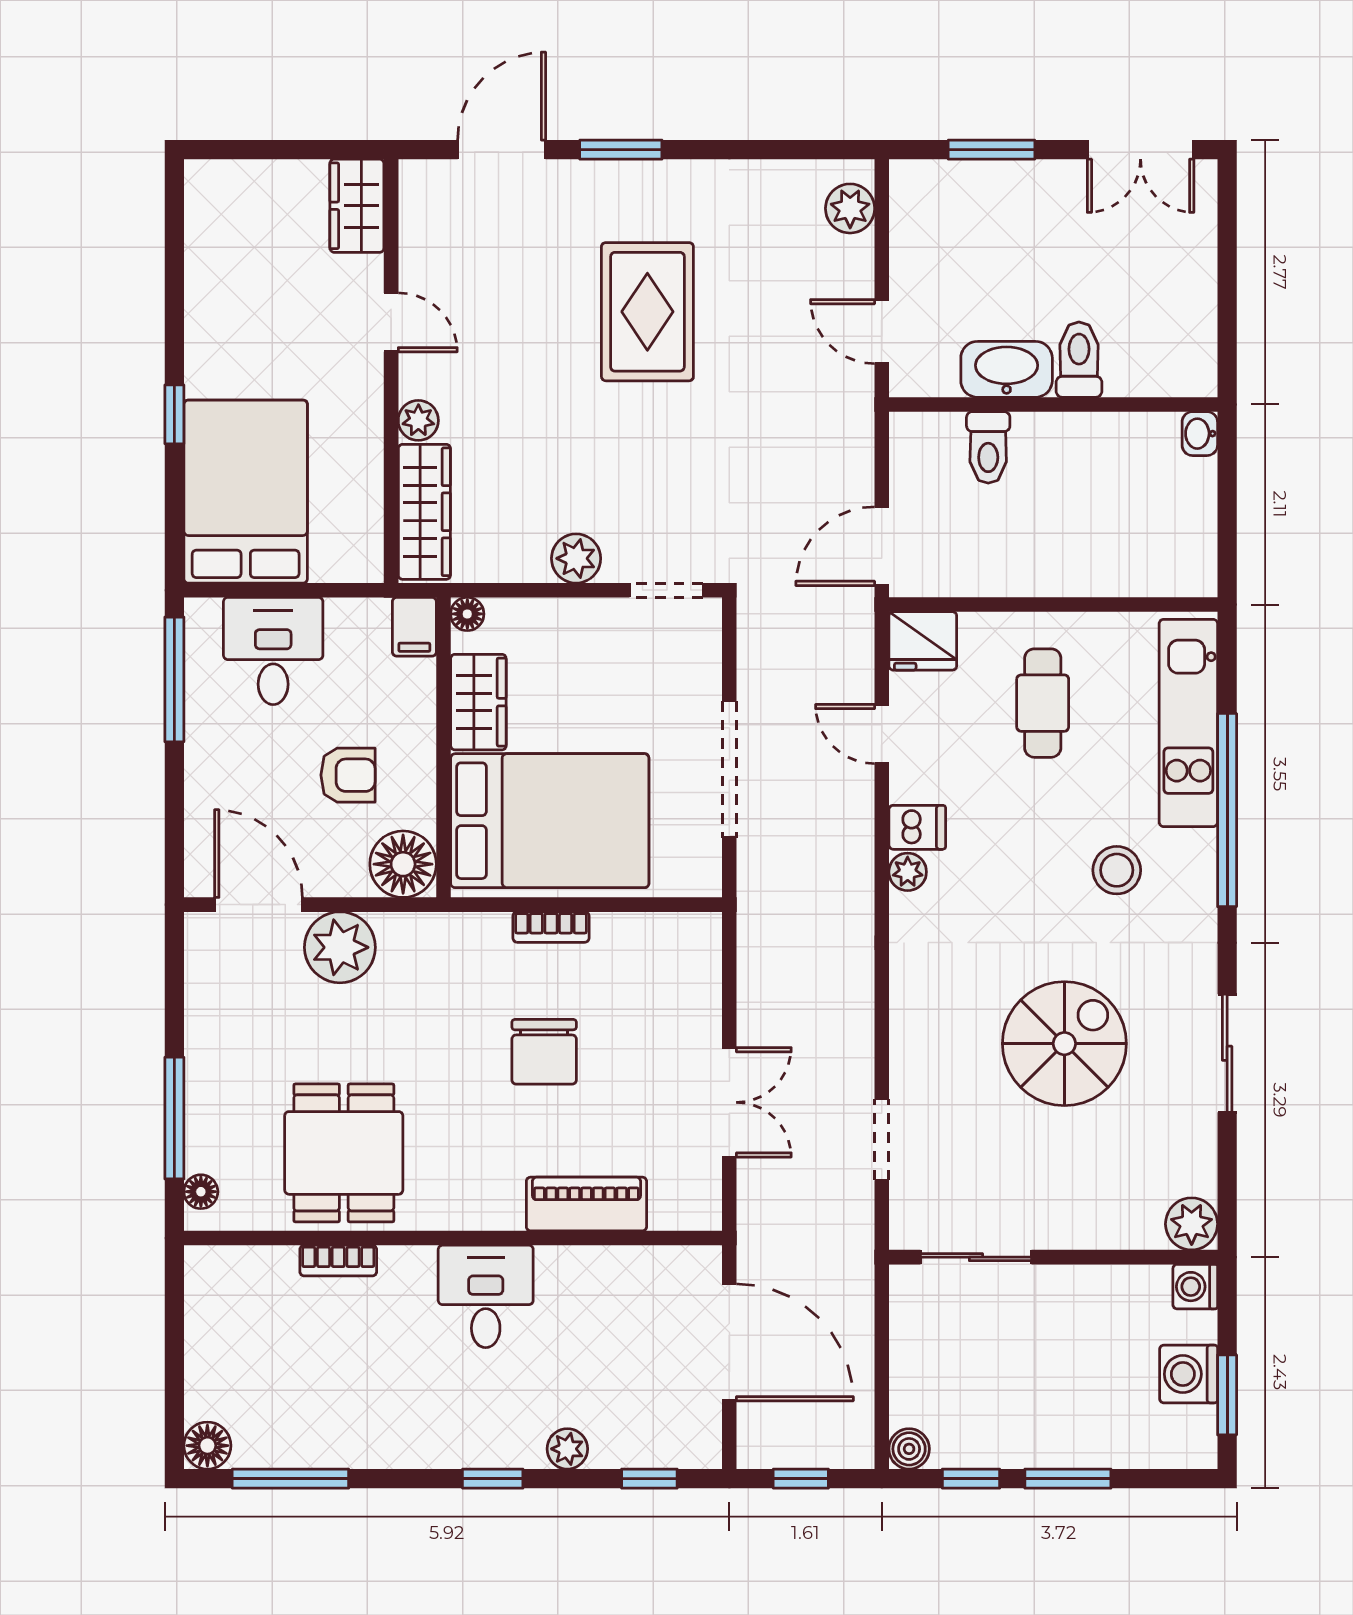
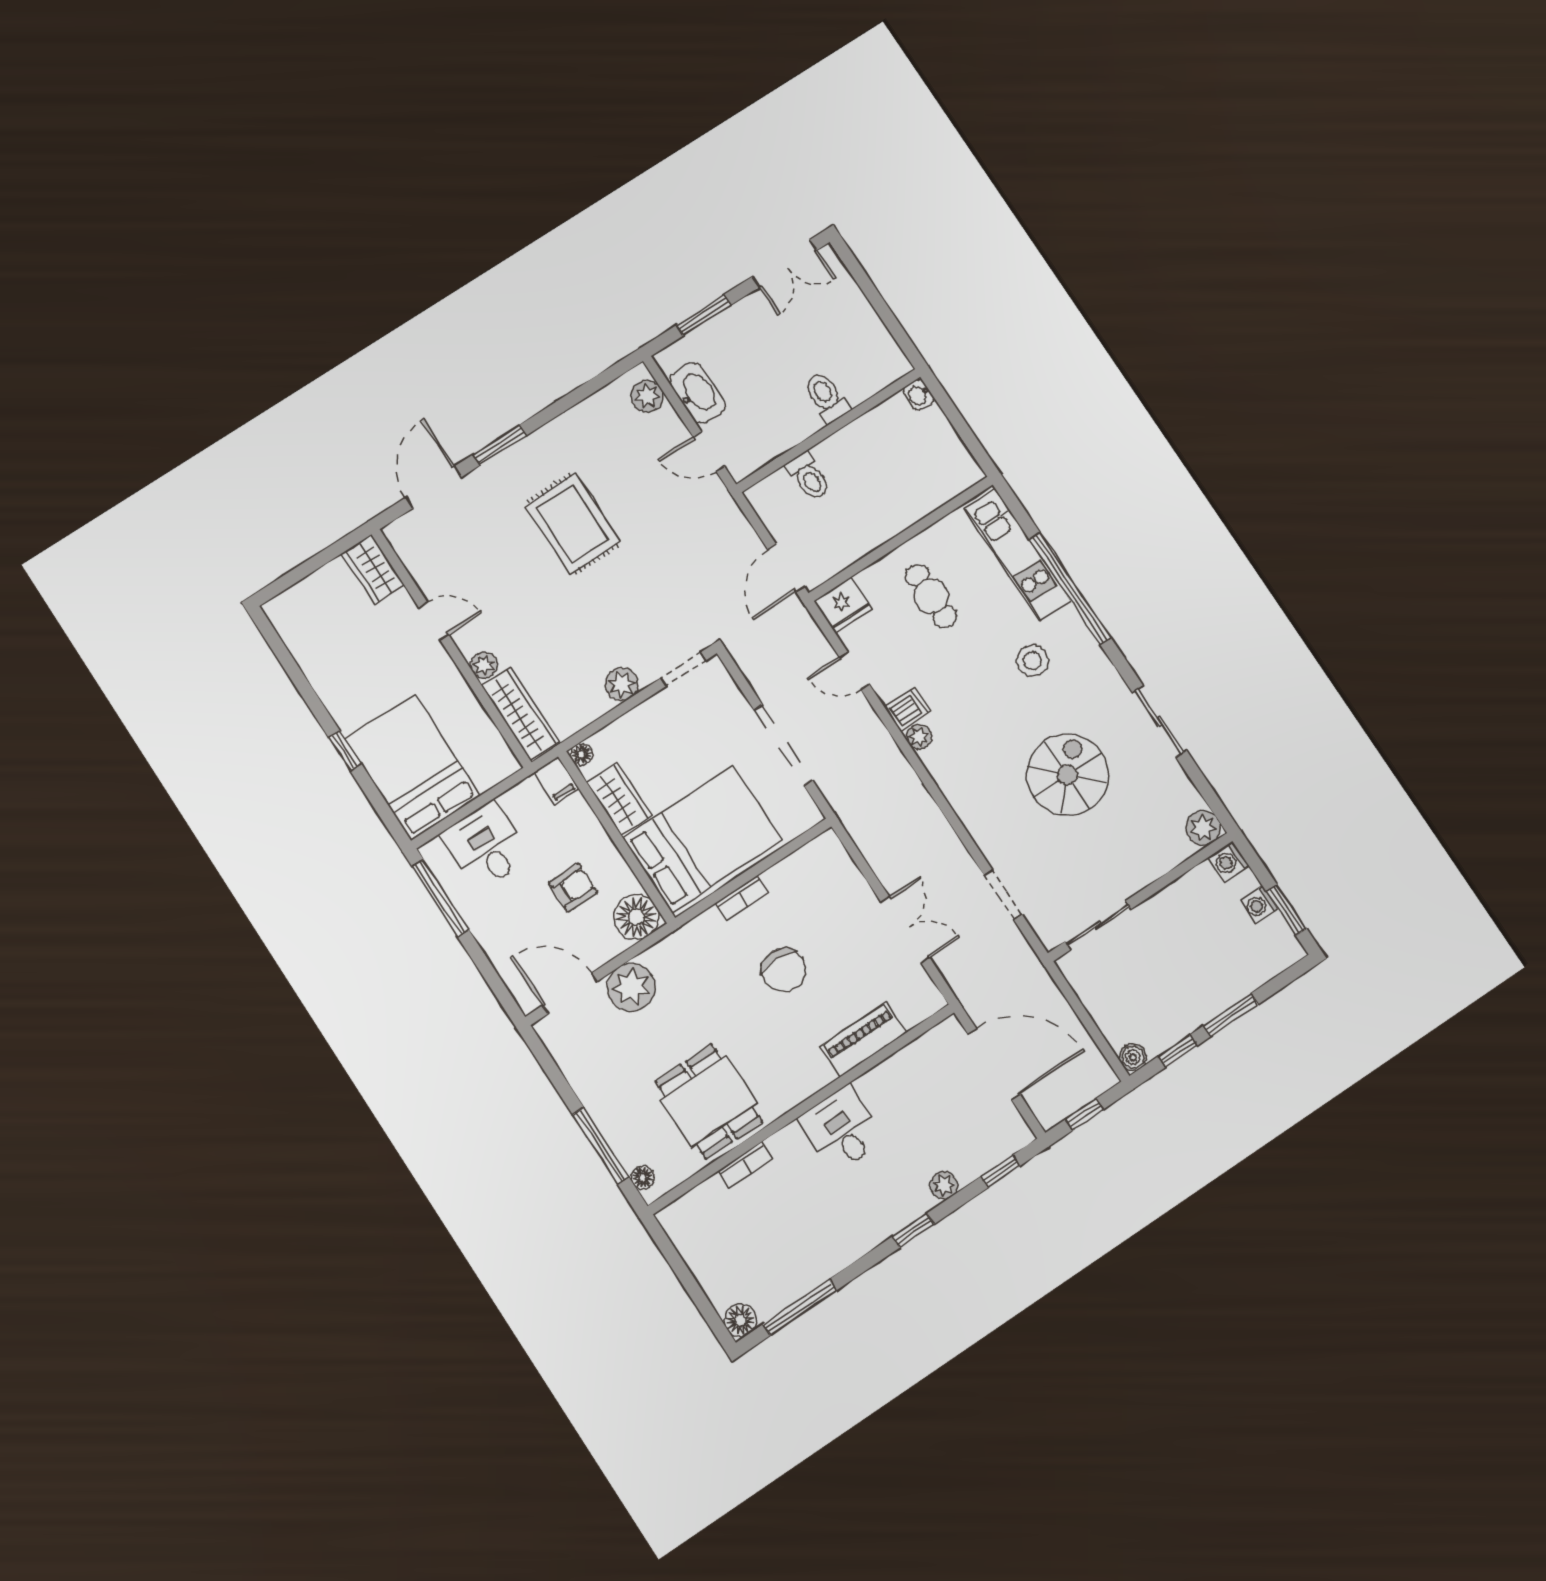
washbasin: (1007, 369) -> (697, 393), moved, turned 90
washing machine: (1189, 1374) -> (1259, 905), width x0.73, depth x0.73

